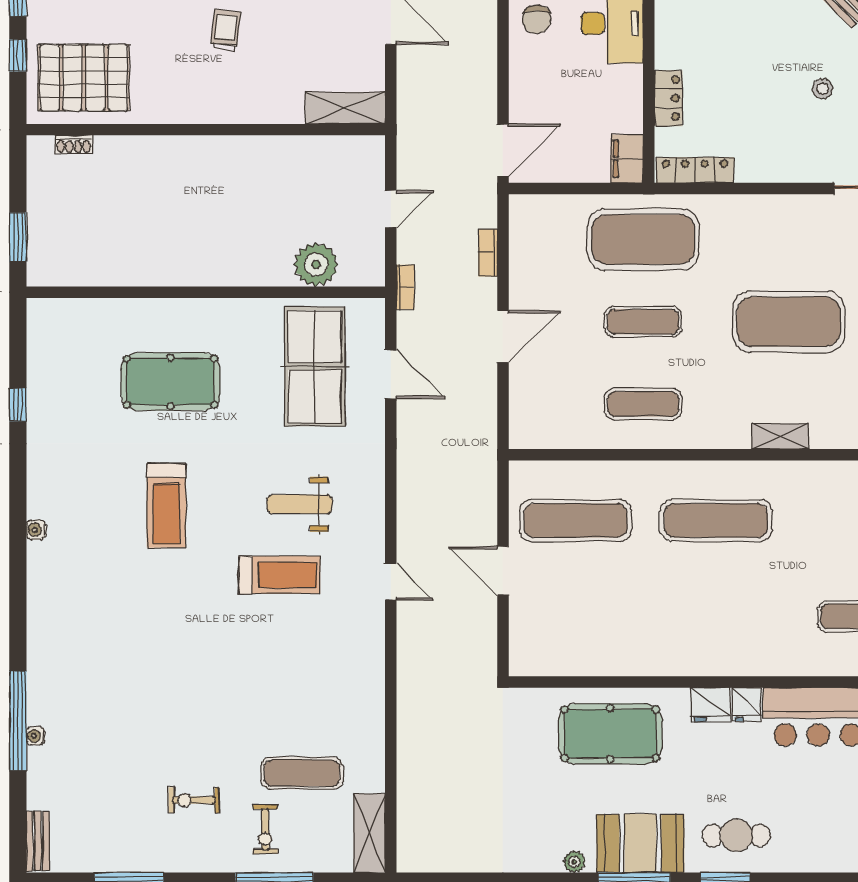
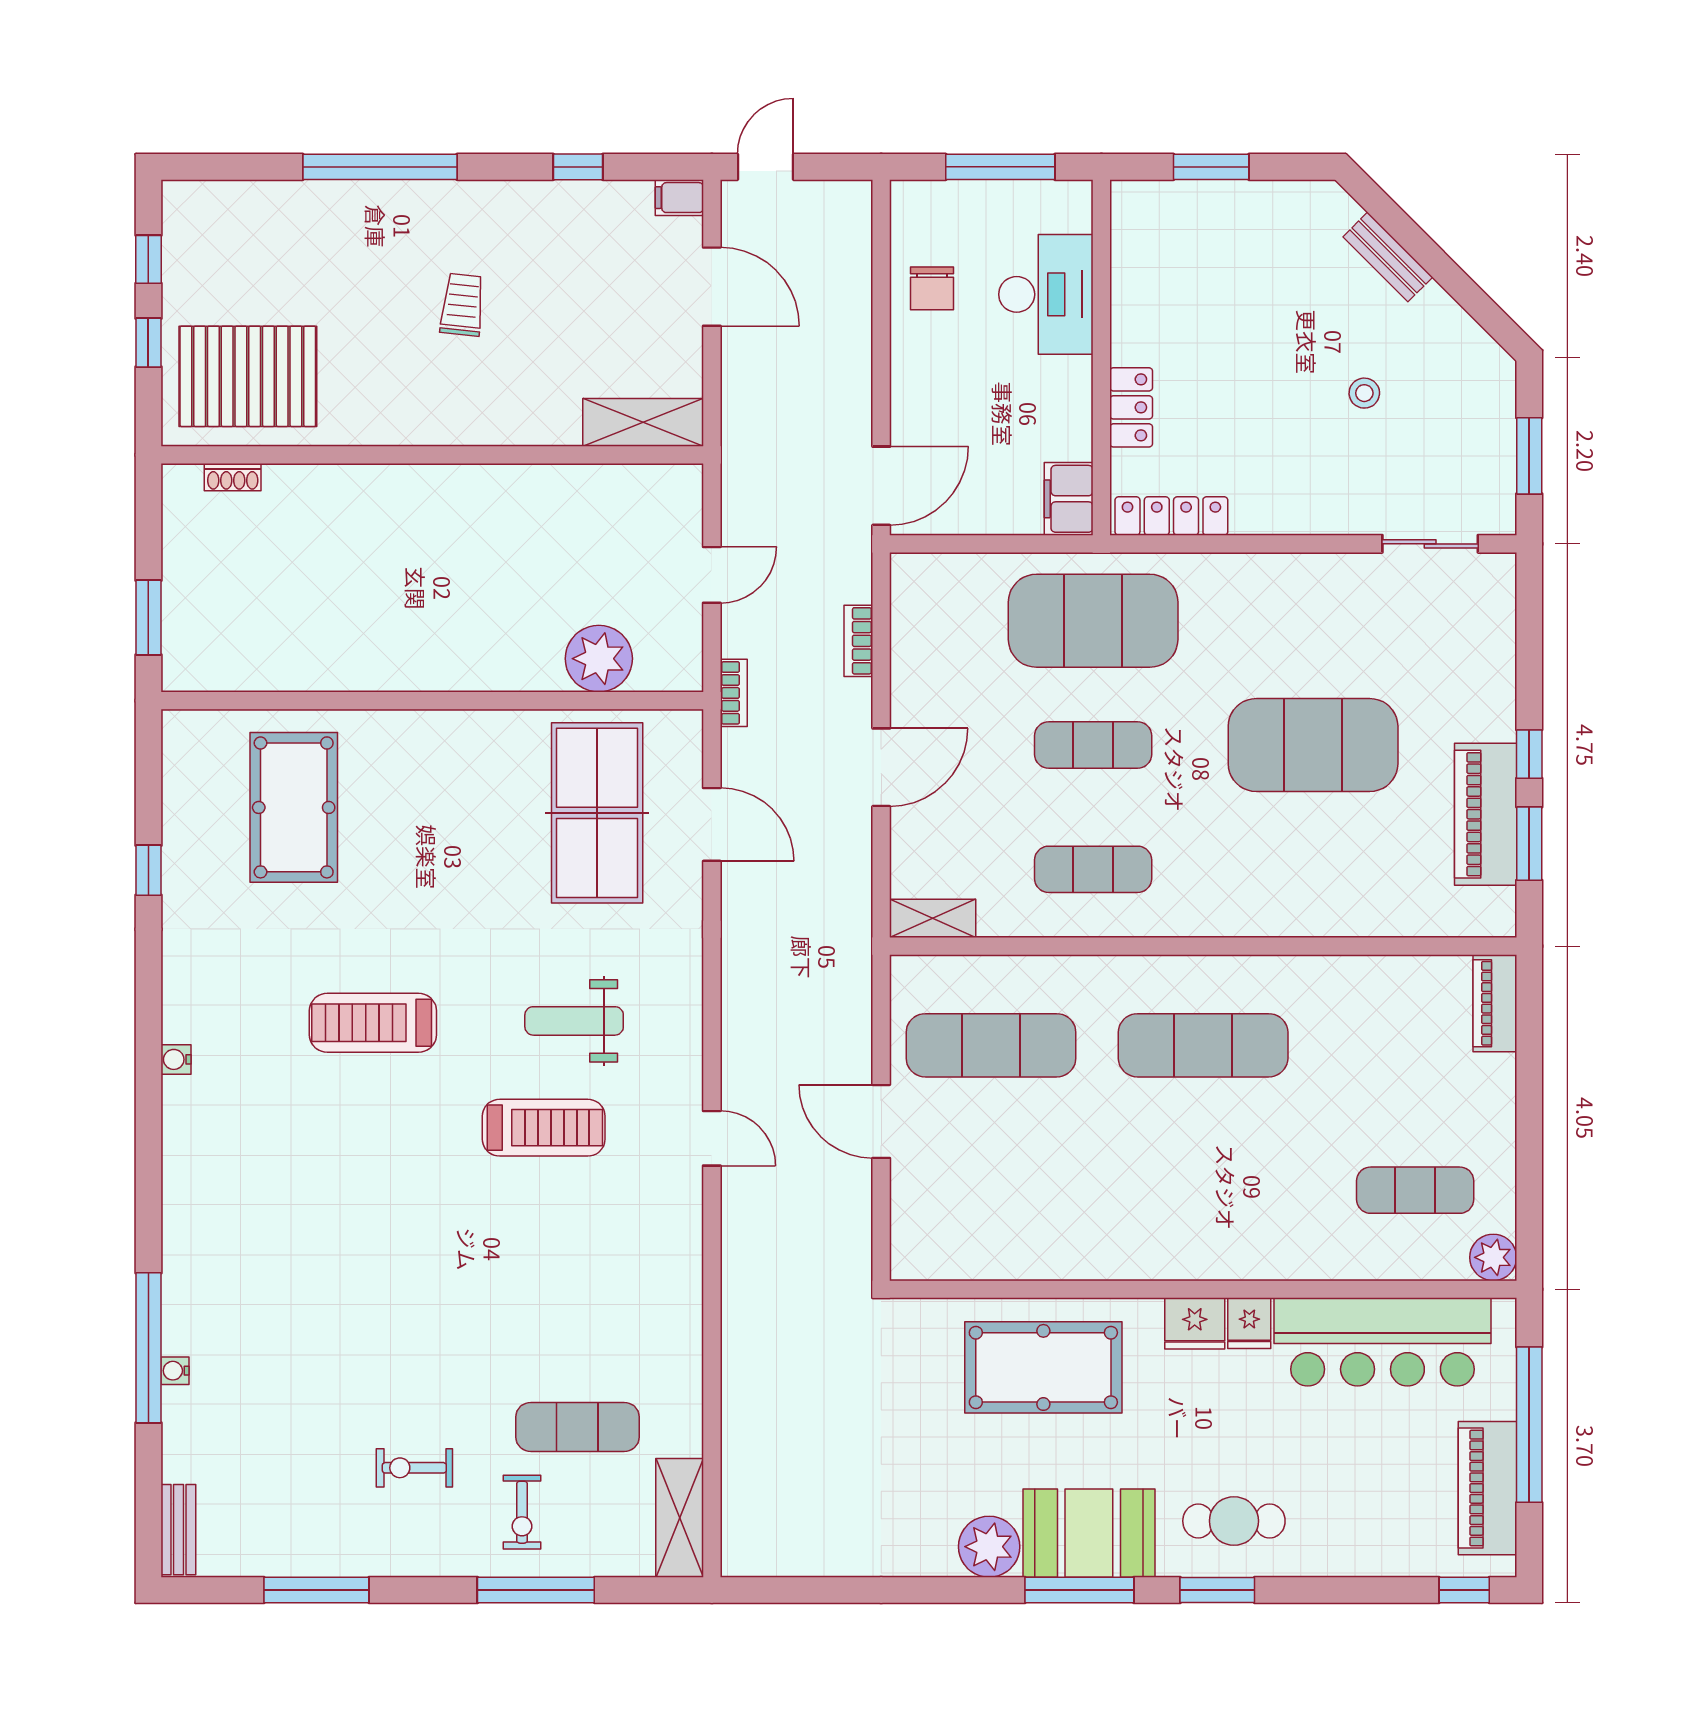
pool table: (171, 382) -> (294, 807), moved, turned 90
shelving: (780, 436) -> (933, 918), moved
treadmill: (166, 506) -> (373, 1023), turned 90
plant: (574, 862) -> (989, 1547), width x1.87, depth x1.87

